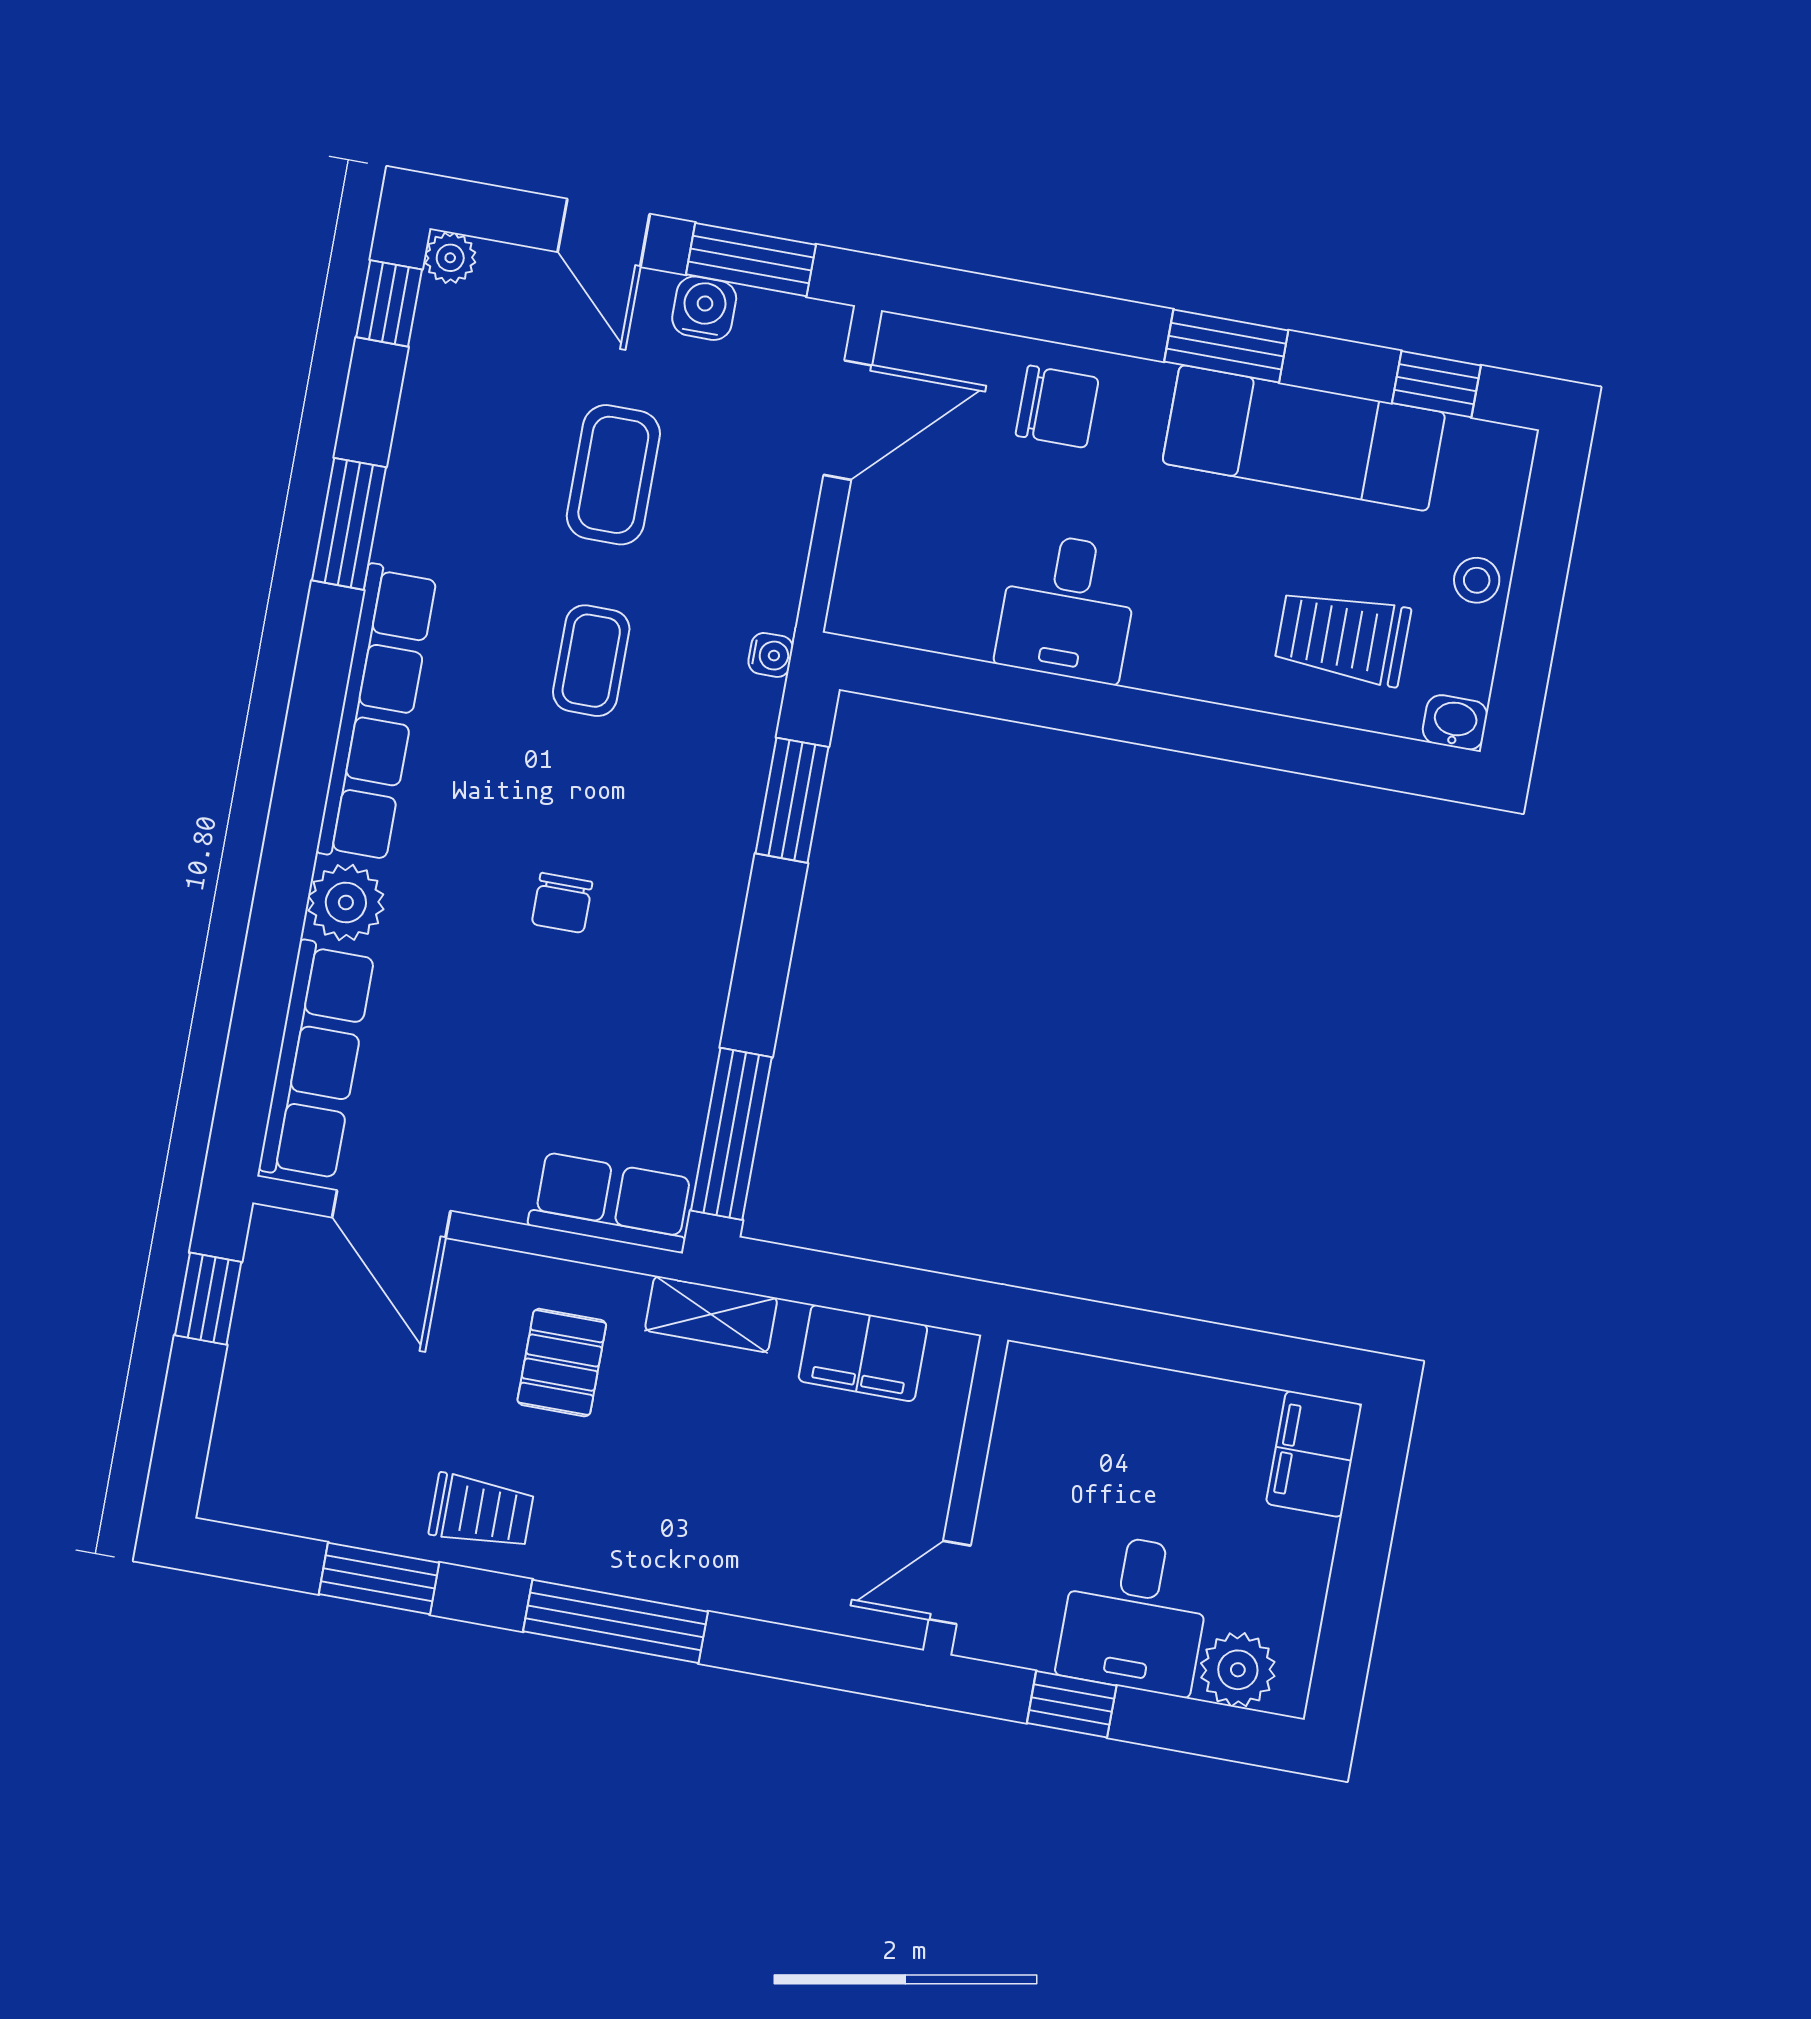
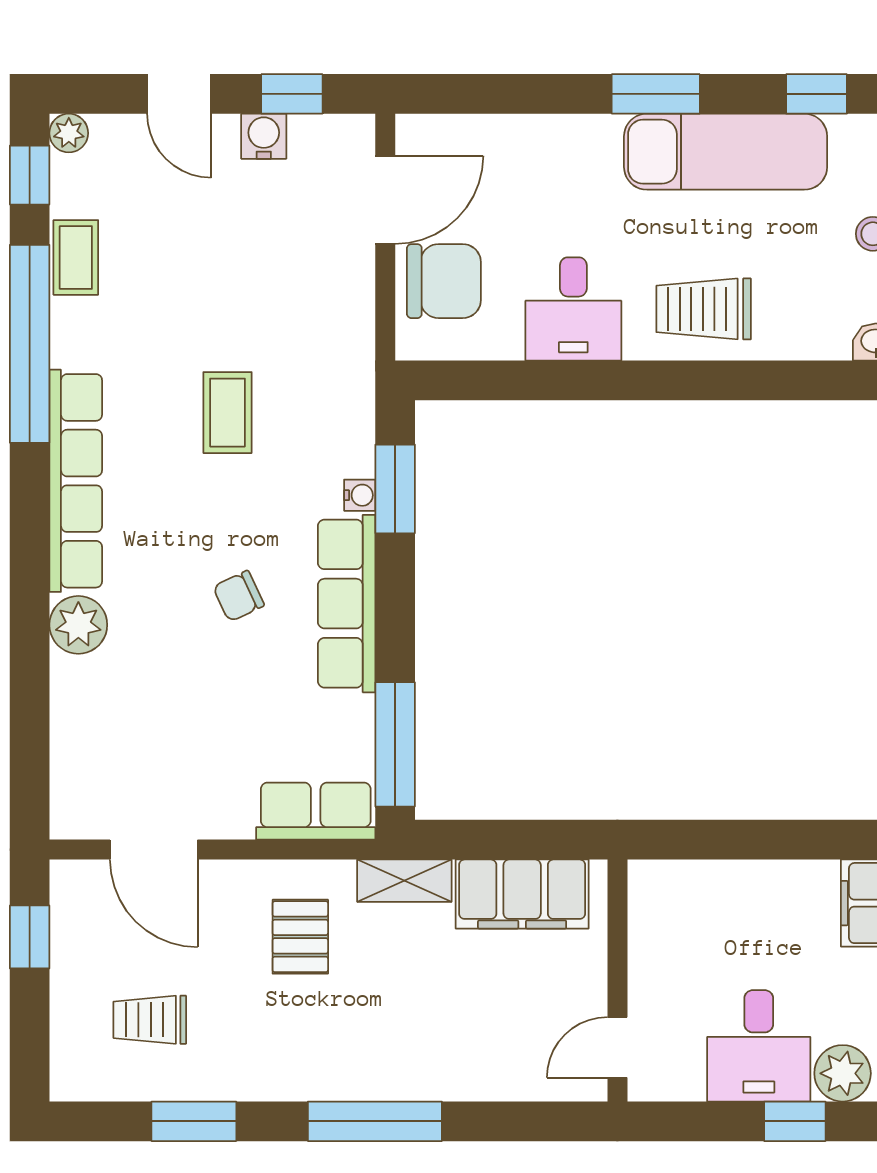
window: (751, 260) -> (292, 94), width x0.67
chair: (1057, 407) -> (444, 281), moved, width x1.37, depth x1.37
coffee table: (613, 475) -> (76, 257), moved, width x0.73, depth x0.77
window: (349, 524) -> (30, 344), width x2.11
trolley: (1343, 637) -> (704, 309), moved
water cooler: (771, 655) -> (360, 495), moved
chair: (562, 903) -> (239, 596), turned 65
row of seats: (317, 1061) -> (347, 604), moved, turned 180
filing cabinet: (863, 1353) -> (522, 894), width x1.50, depth x1.17
trolley: (481, 1512) -> (150, 1020), moved, turned 180
window: (1072, 1704) -> (795, 1121), moved

